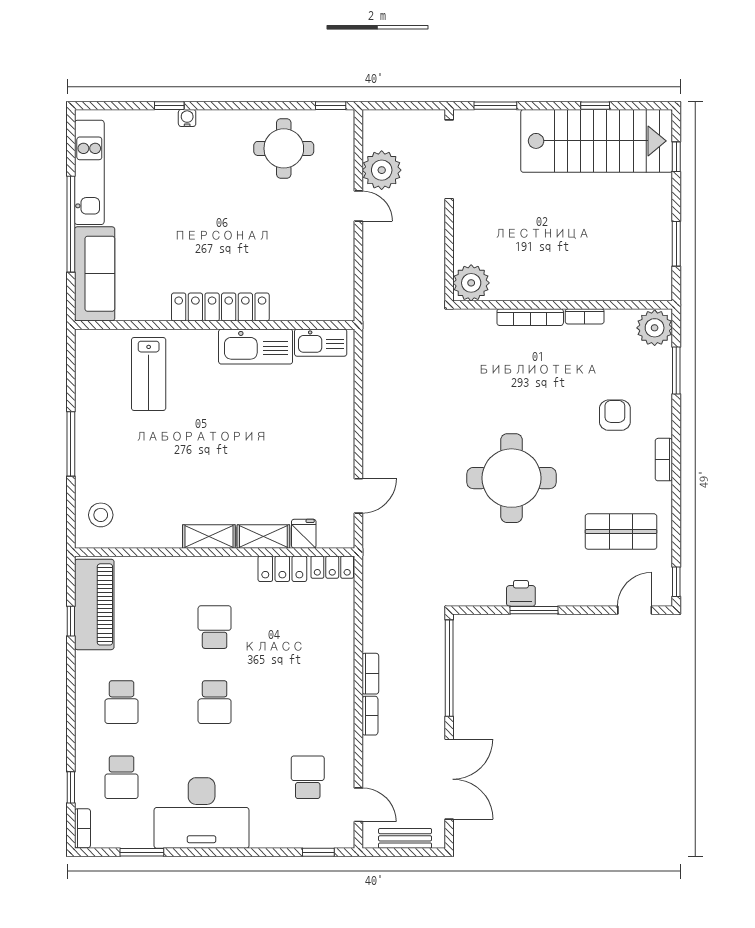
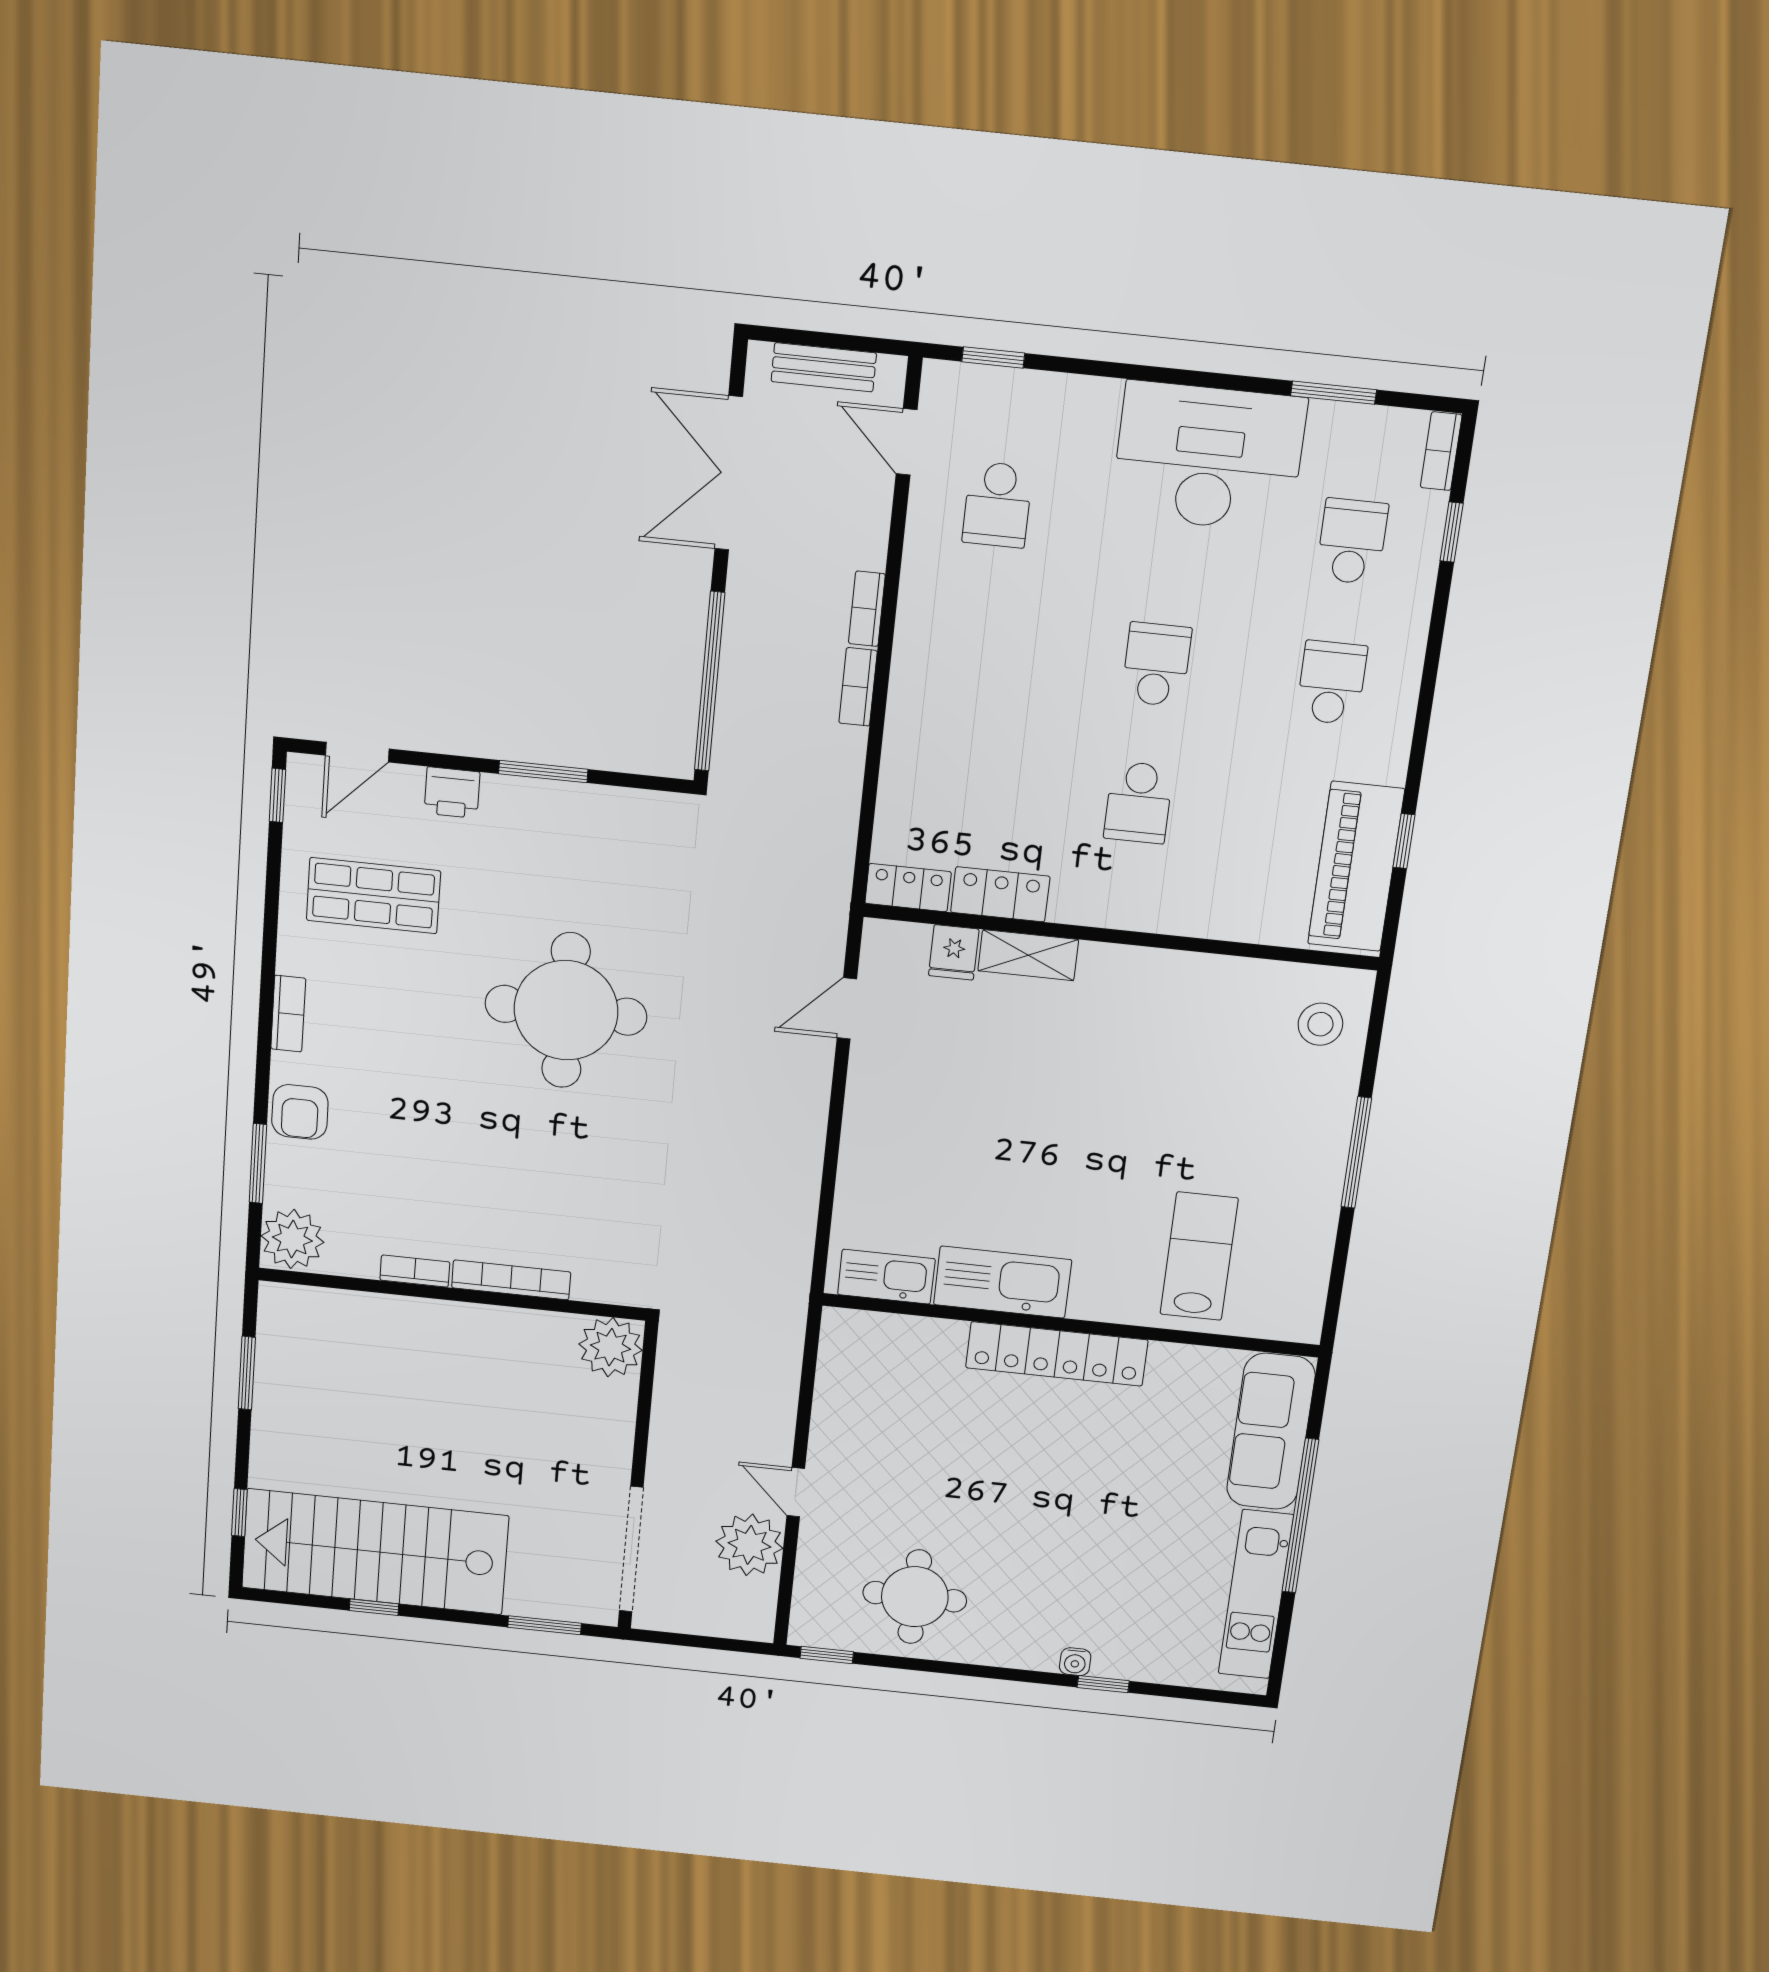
armchair: (615, 415) -> (300, 1112), moved
shelving: (209, 536) -> (1128, 966), removed
printer: (521, 593) -> (452, 793), moved

